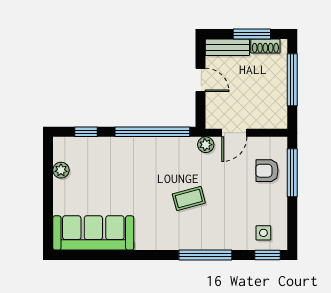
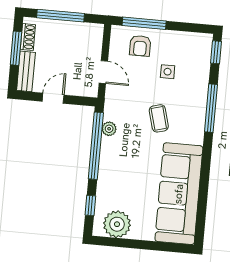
plant: (206, 145) -> (109, 129), moved
plant: (61, 170) -> (117, 224), width x1.88, depth x1.88
sofa: (93, 233) -> (179, 194), width x1.36, depth x1.27
side table: (263, 233) -> (168, 72), moved

